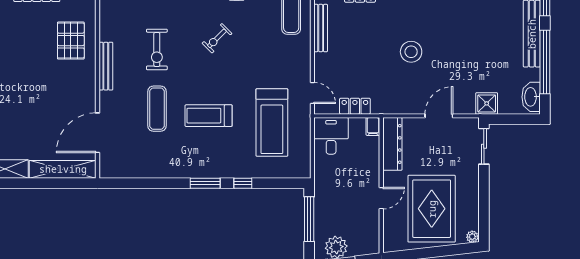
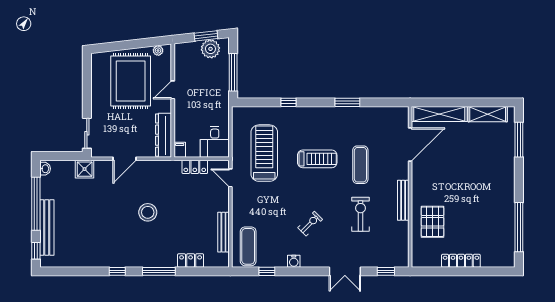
washbasin: (531, 97) -> (45, 169), width x0.52, depth x0.69
window: (205, 183) -> (347, 102), moved
plant: (472, 237) -> (158, 50), moved

